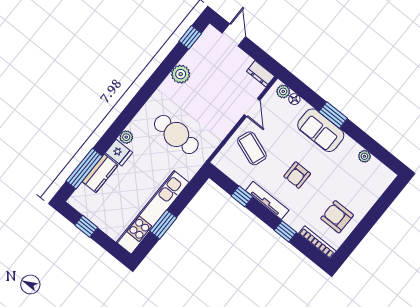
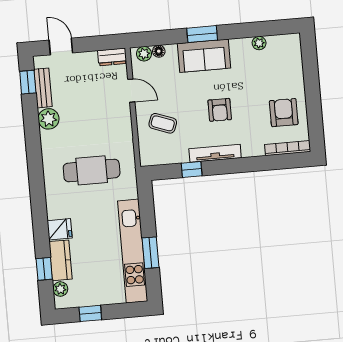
bench: (196, 51) -> (43, 88), added
plant: (126, 137) -> (60, 289), moved
coffee table: (252, 148) -> (163, 123), width x0.73, depth x0.77
window: (84, 169) -> (44, 269), width x0.46
armchair: (337, 217) -> (284, 113), turned 90
window: (285, 231) -> (253, 164), removed

